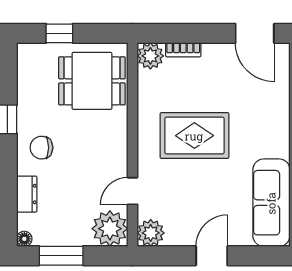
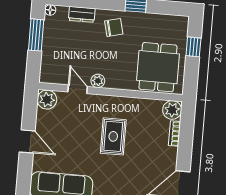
rug: (194, 136) -> (113, 136), width x0.73, depth x0.70
chair: (41, 148) -> (114, 27), turned 76
plant: (110, 229) -> (98, 81), moved, width x0.53, depth x0.53

